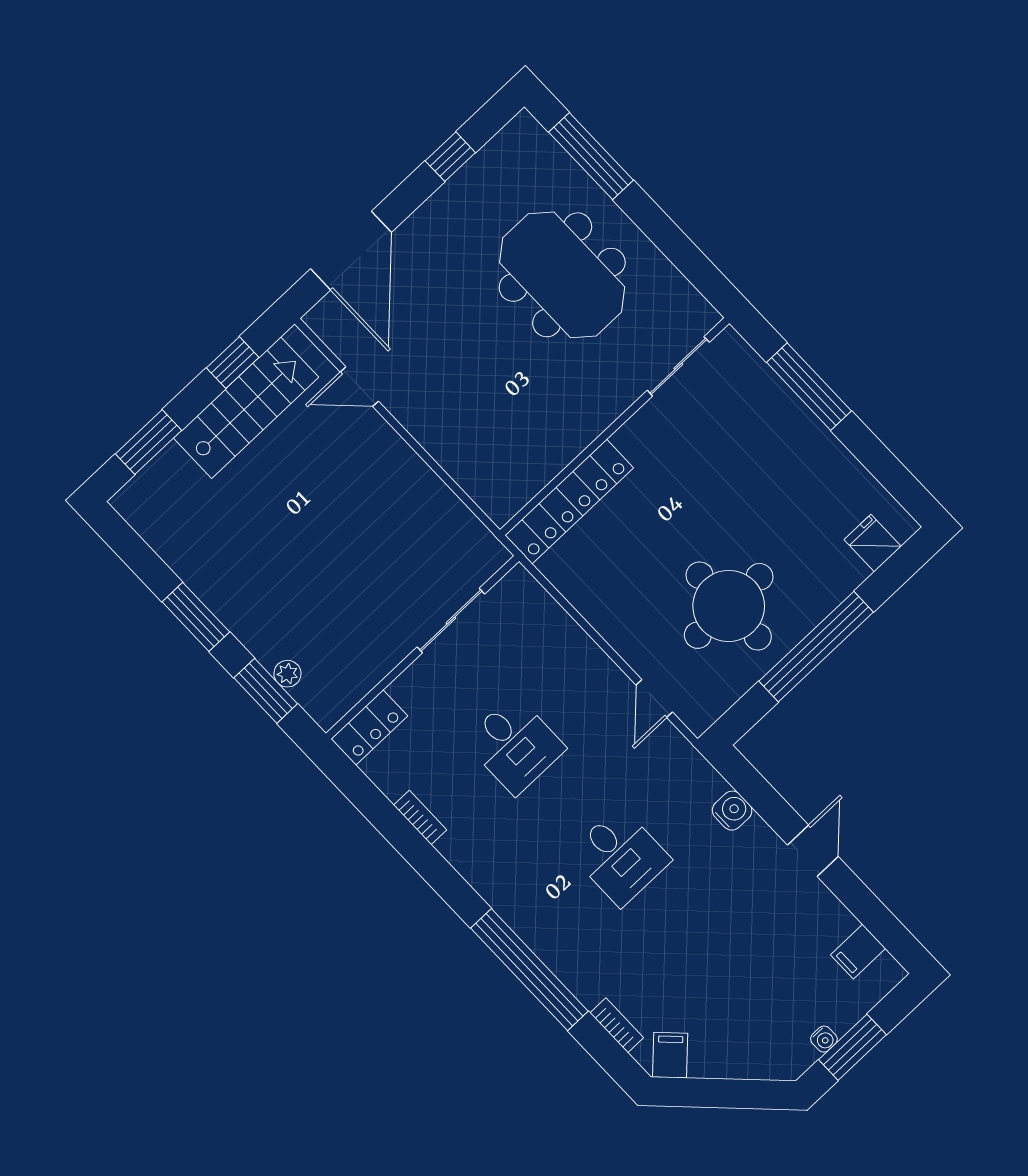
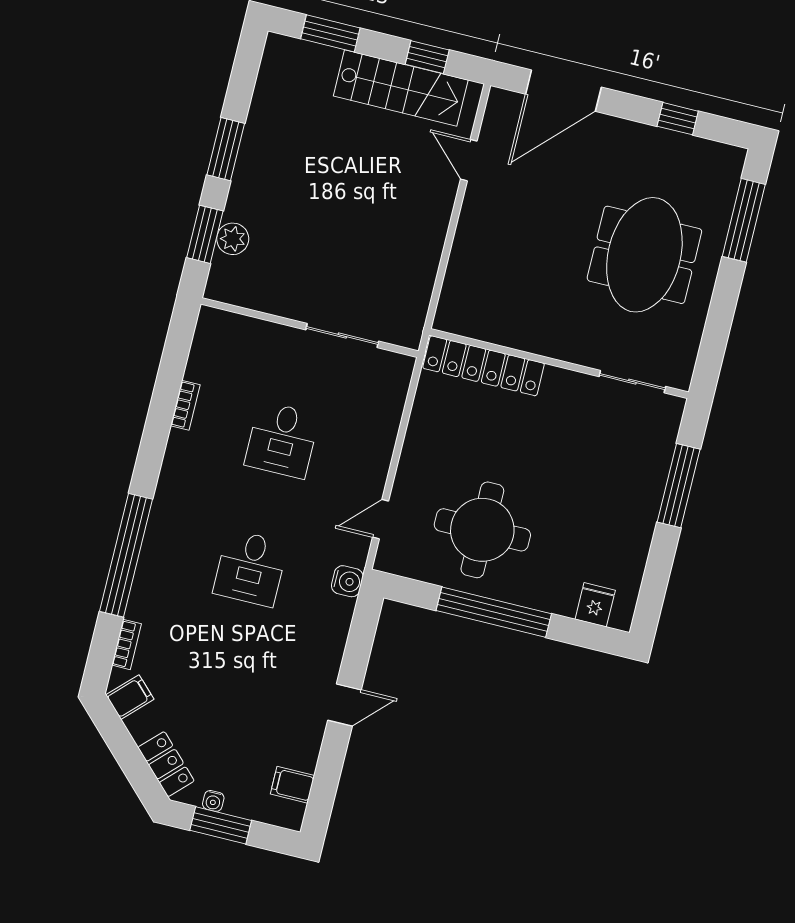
plant: (287, 674) -> (233, 239), width x1.38, depth x1.38
locker: (369, 727) -> (166, 764), moved, turned -135
water cooler: (732, 811) -> (347, 581), moved

